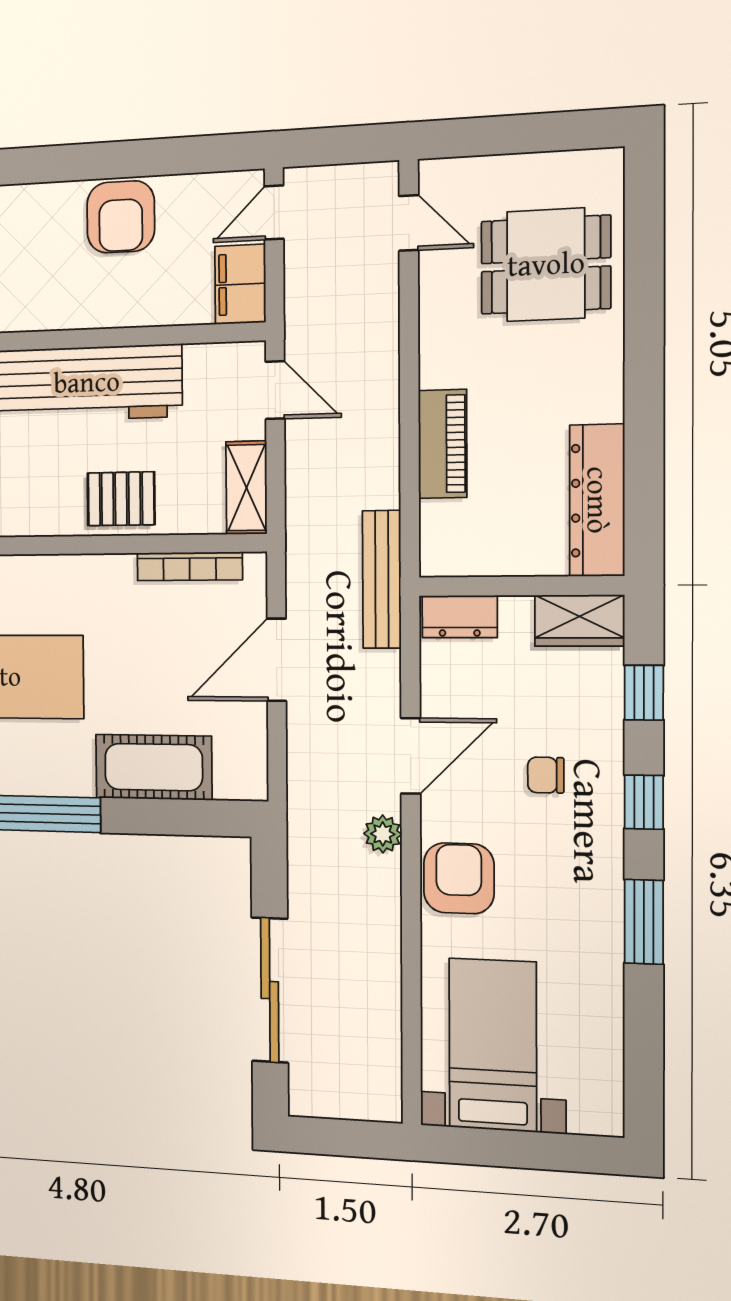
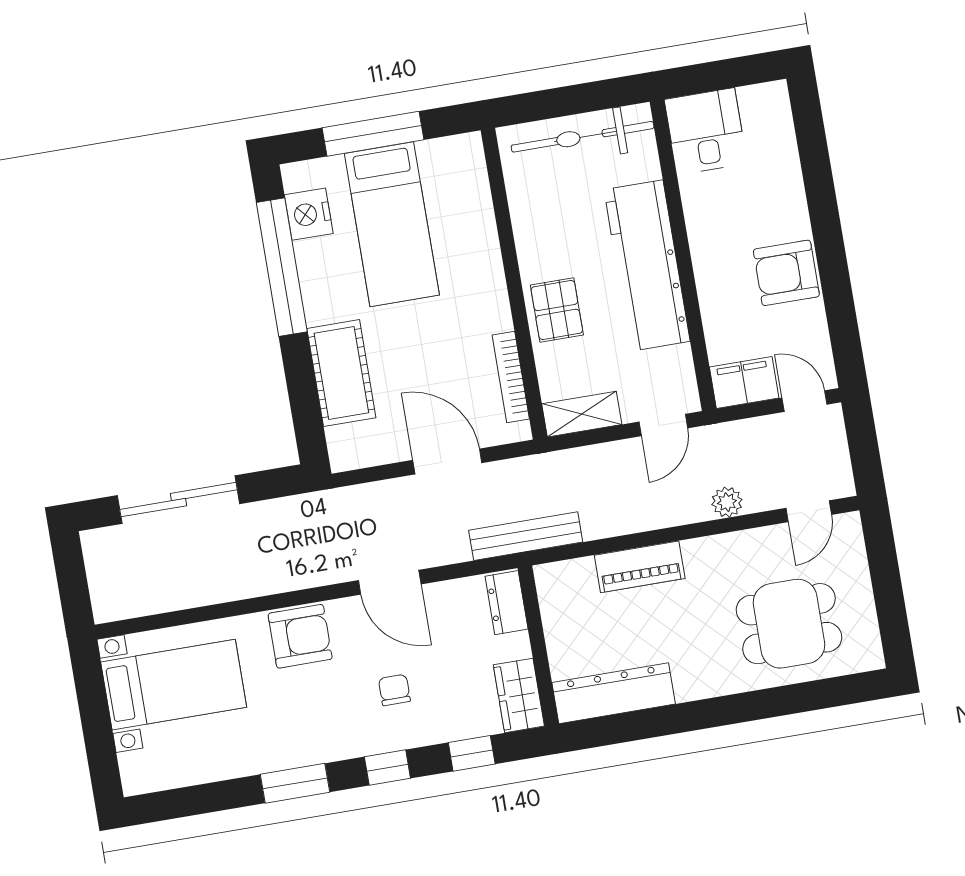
dining table: (546, 265) -> (789, 624), turned 90
plant: (383, 834) -> (727, 502), moved

